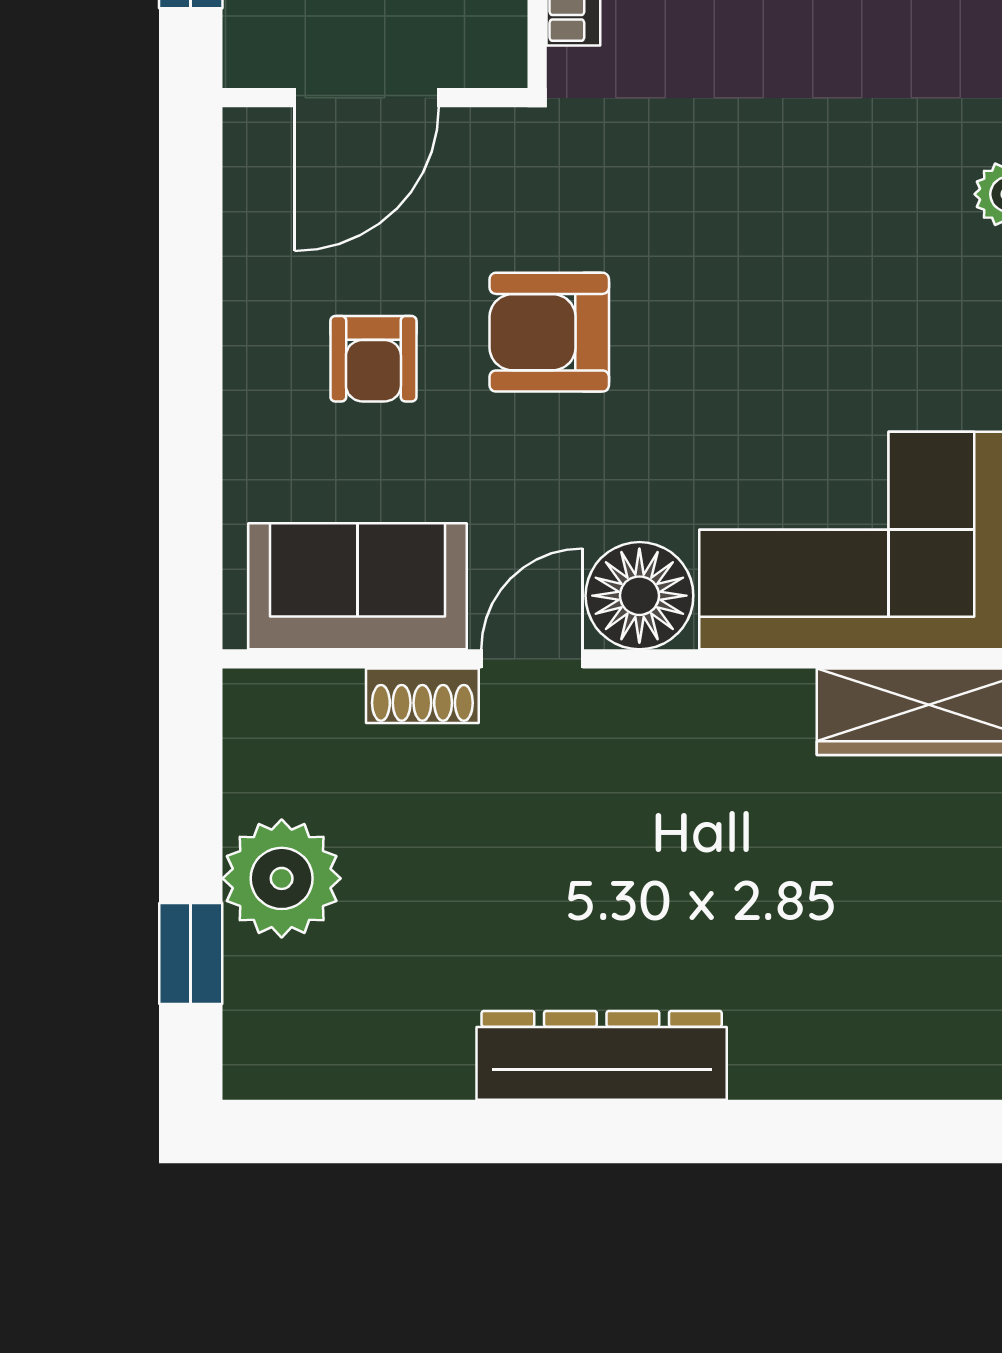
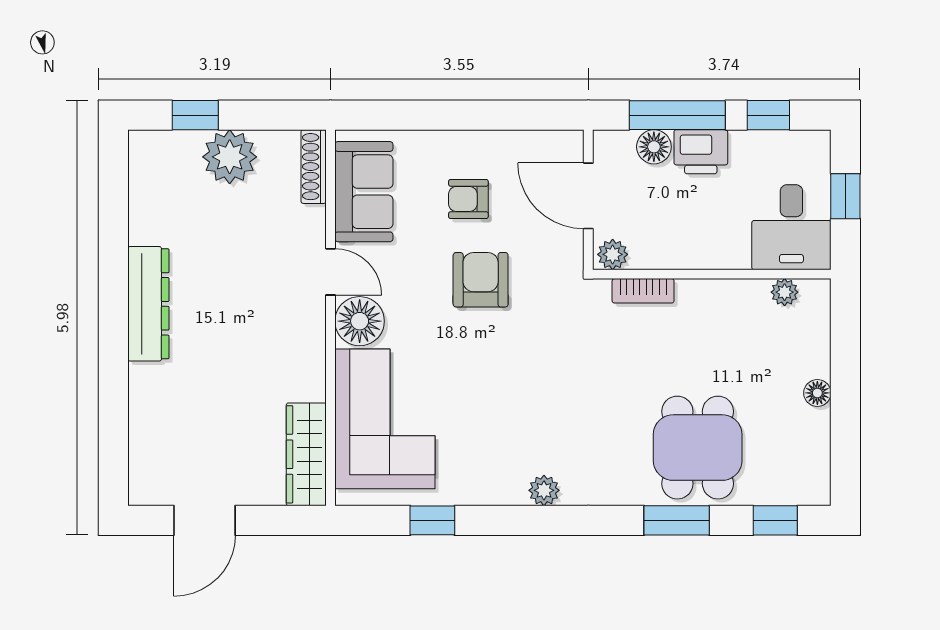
plant: (494, 45) -> (613, 254), added
shoe rack: (422, 696) -> (314, 167), moved, width x1.43

